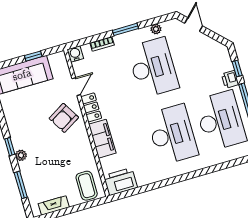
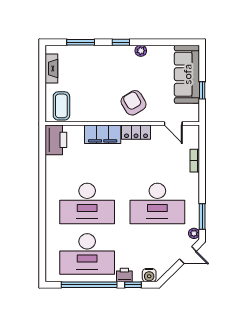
window: (125, 29) -> (202, 216), moved
plant: (156, 29) -> (194, 233), moved
water cooler: (75, 54) -> (149, 275), moved, turned 90
door: (76, 87) -> (173, 124), moved
plant: (21, 155) -> (141, 51), moved
coffee table: (87, 186) -> (61, 106), turned 90

